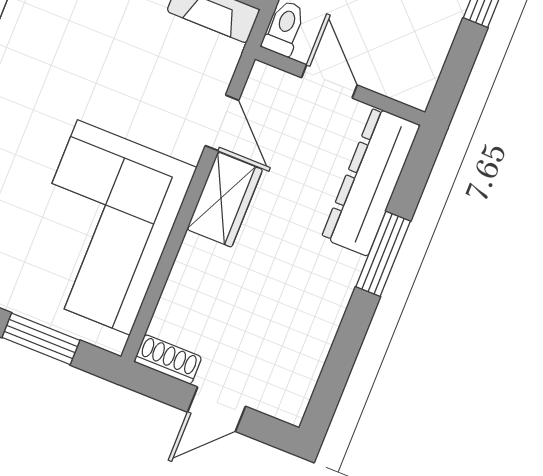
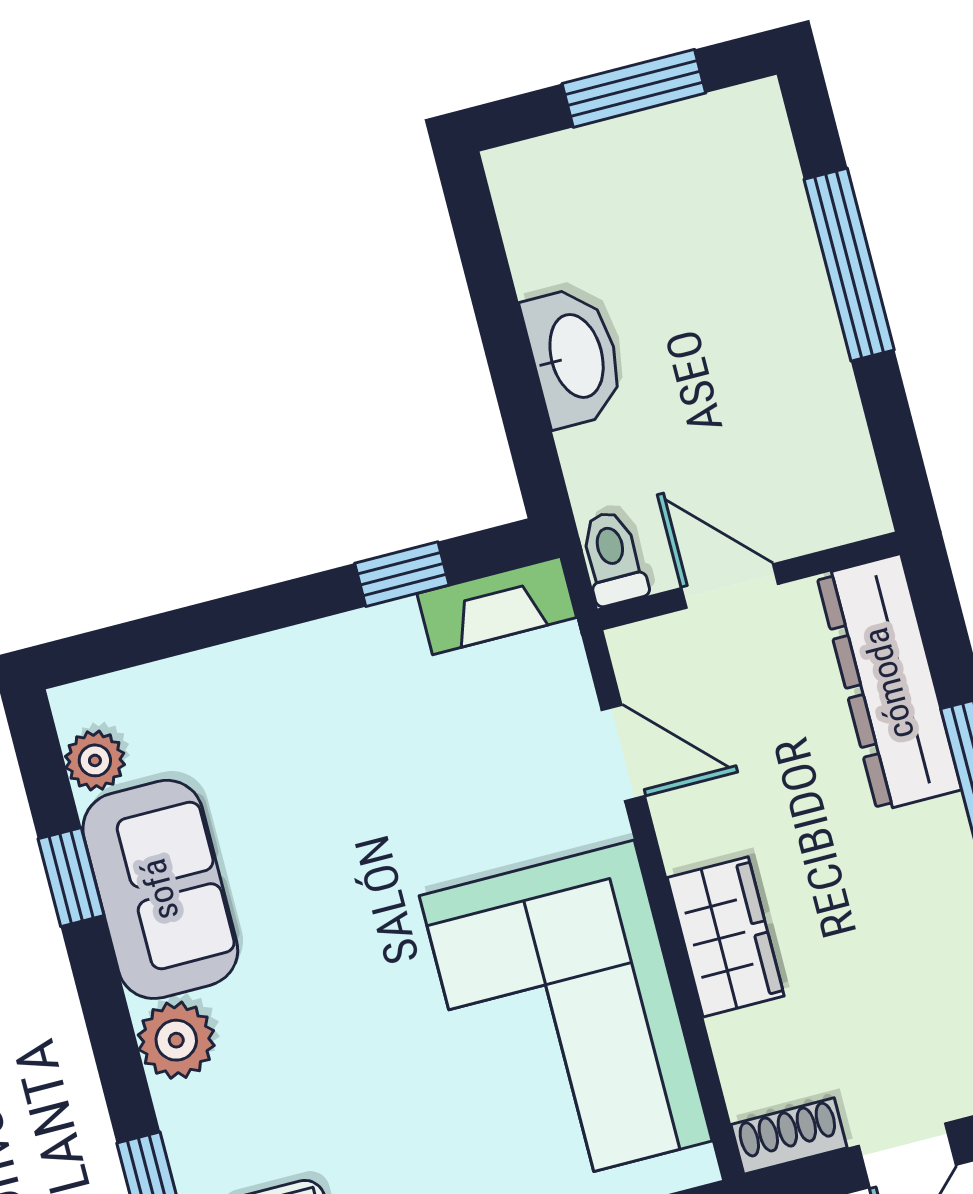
wardrobe: (225, 199) -> (726, 937), moved

